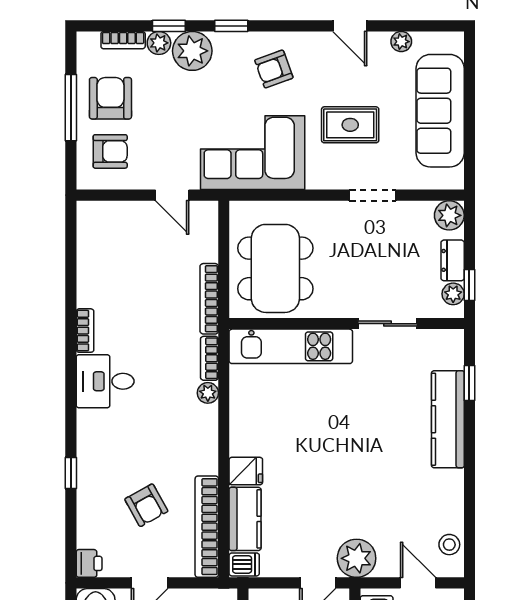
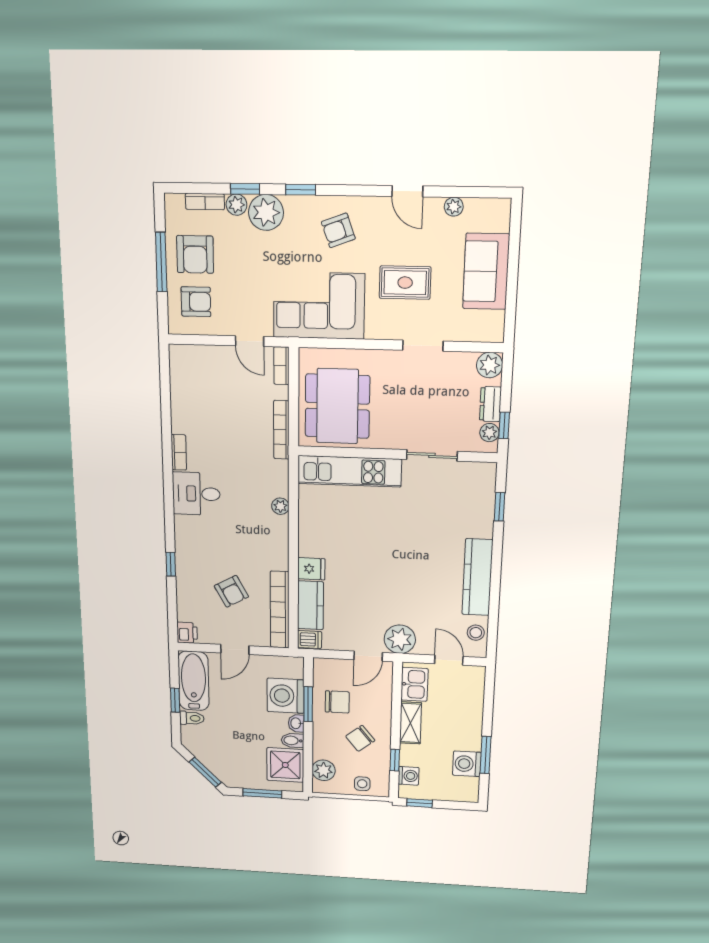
armchair: (110, 98) -> (195, 254), turned 180
sofa: (440, 111) -> (486, 271), width x0.73
bookcase: (209, 358) -> (281, 366), moved
kitchen counter: (448, 419) -> (477, 577), moved

